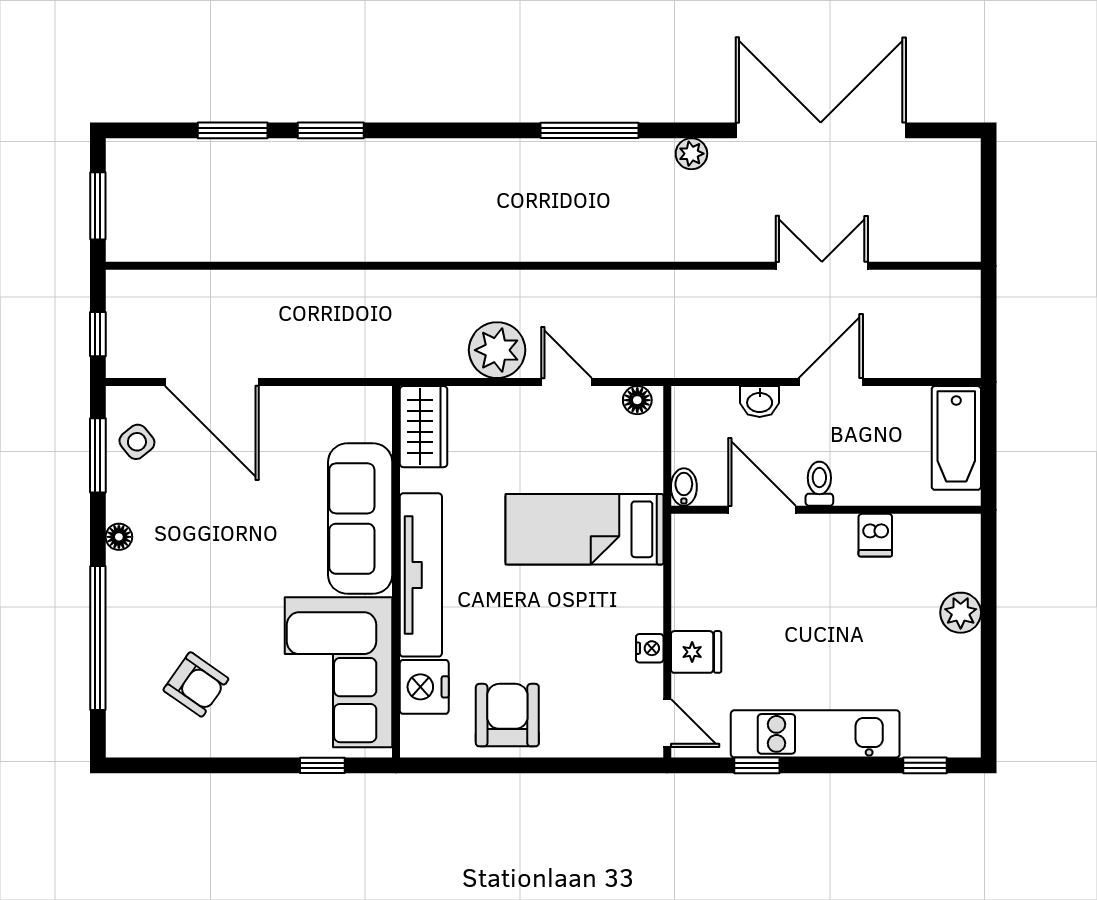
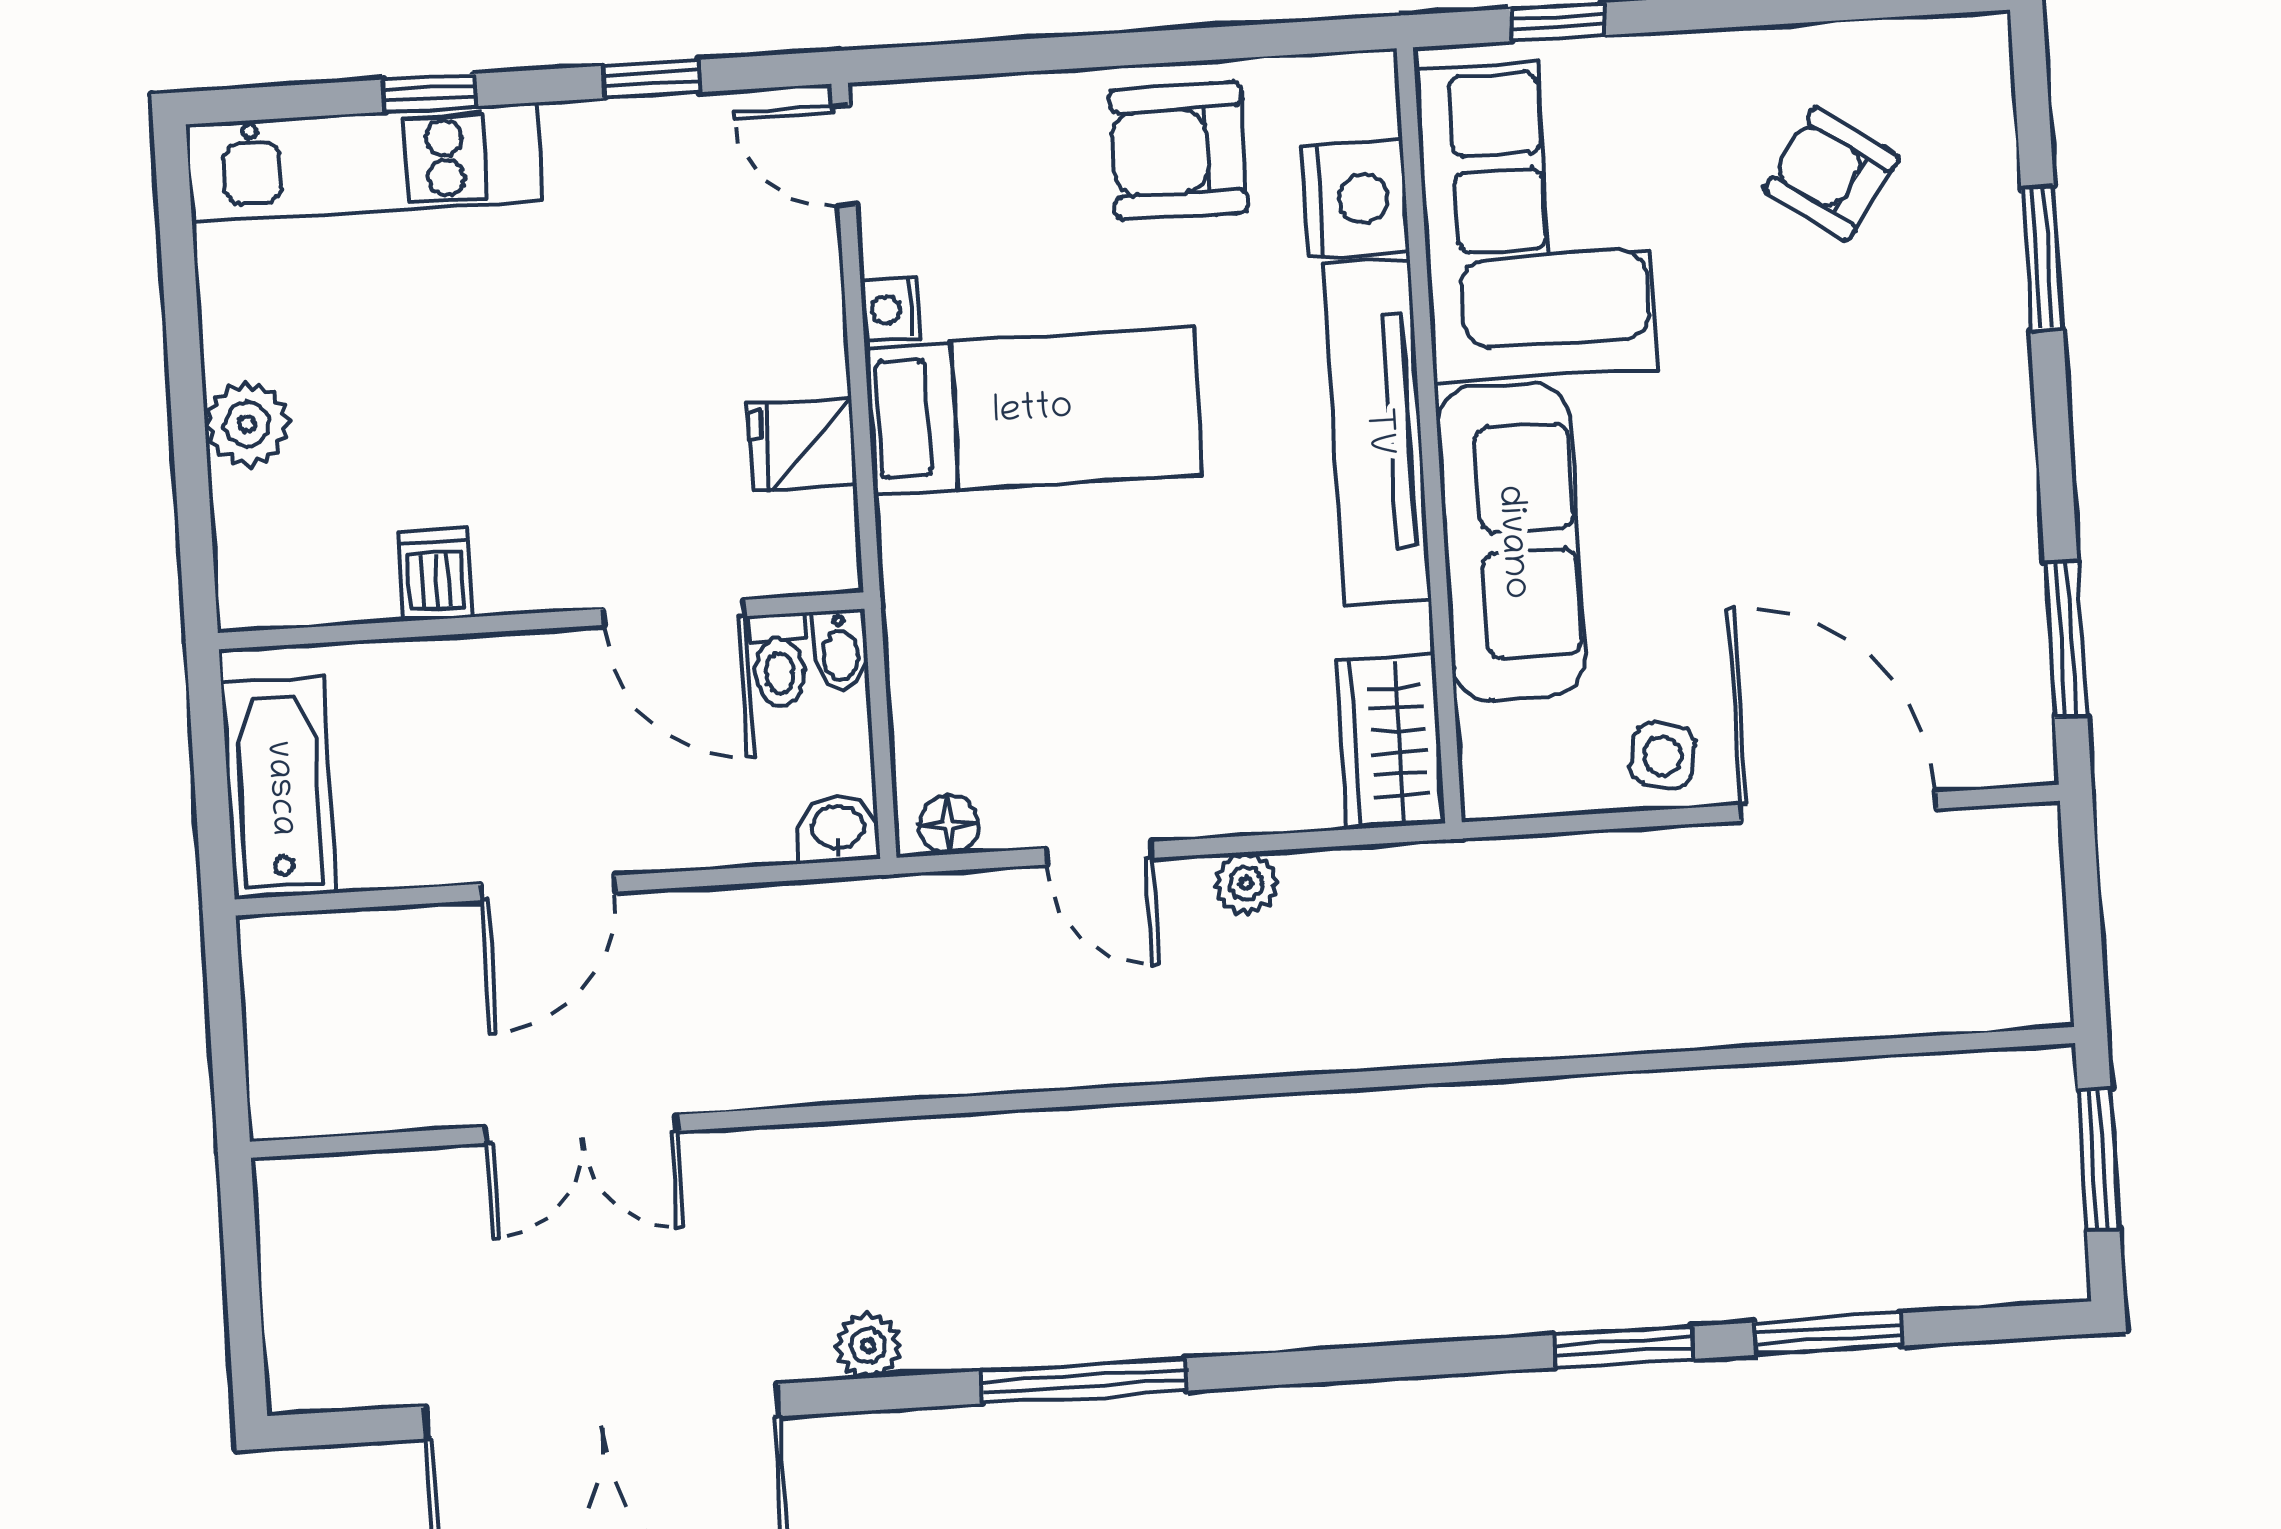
window: (98, 334) -> (2082, 892), removed
plant: (497, 350) -> (1246, 883), width x0.53, depth x0.53
washbasin: (760, 402) -> (838, 829), moved
side table: (137, 442) -> (1663, 756), moved, turned -37
toilet: (819, 484) -> (779, 660), moved
bed: (584, 529) -> (1033, 411), moved
floor lamp: (119, 537) -> (2011, 472), removed
window: (98, 638) -> (2042, 258), width x0.47
fridge: (696, 652) -> (802, 445), moved
armchair: (507, 715) -> (1178, 151), turned 90
kitchen unit: (815, 734) -> (365, 163), moved
window: (925, 765) -> (429, 93), moved

